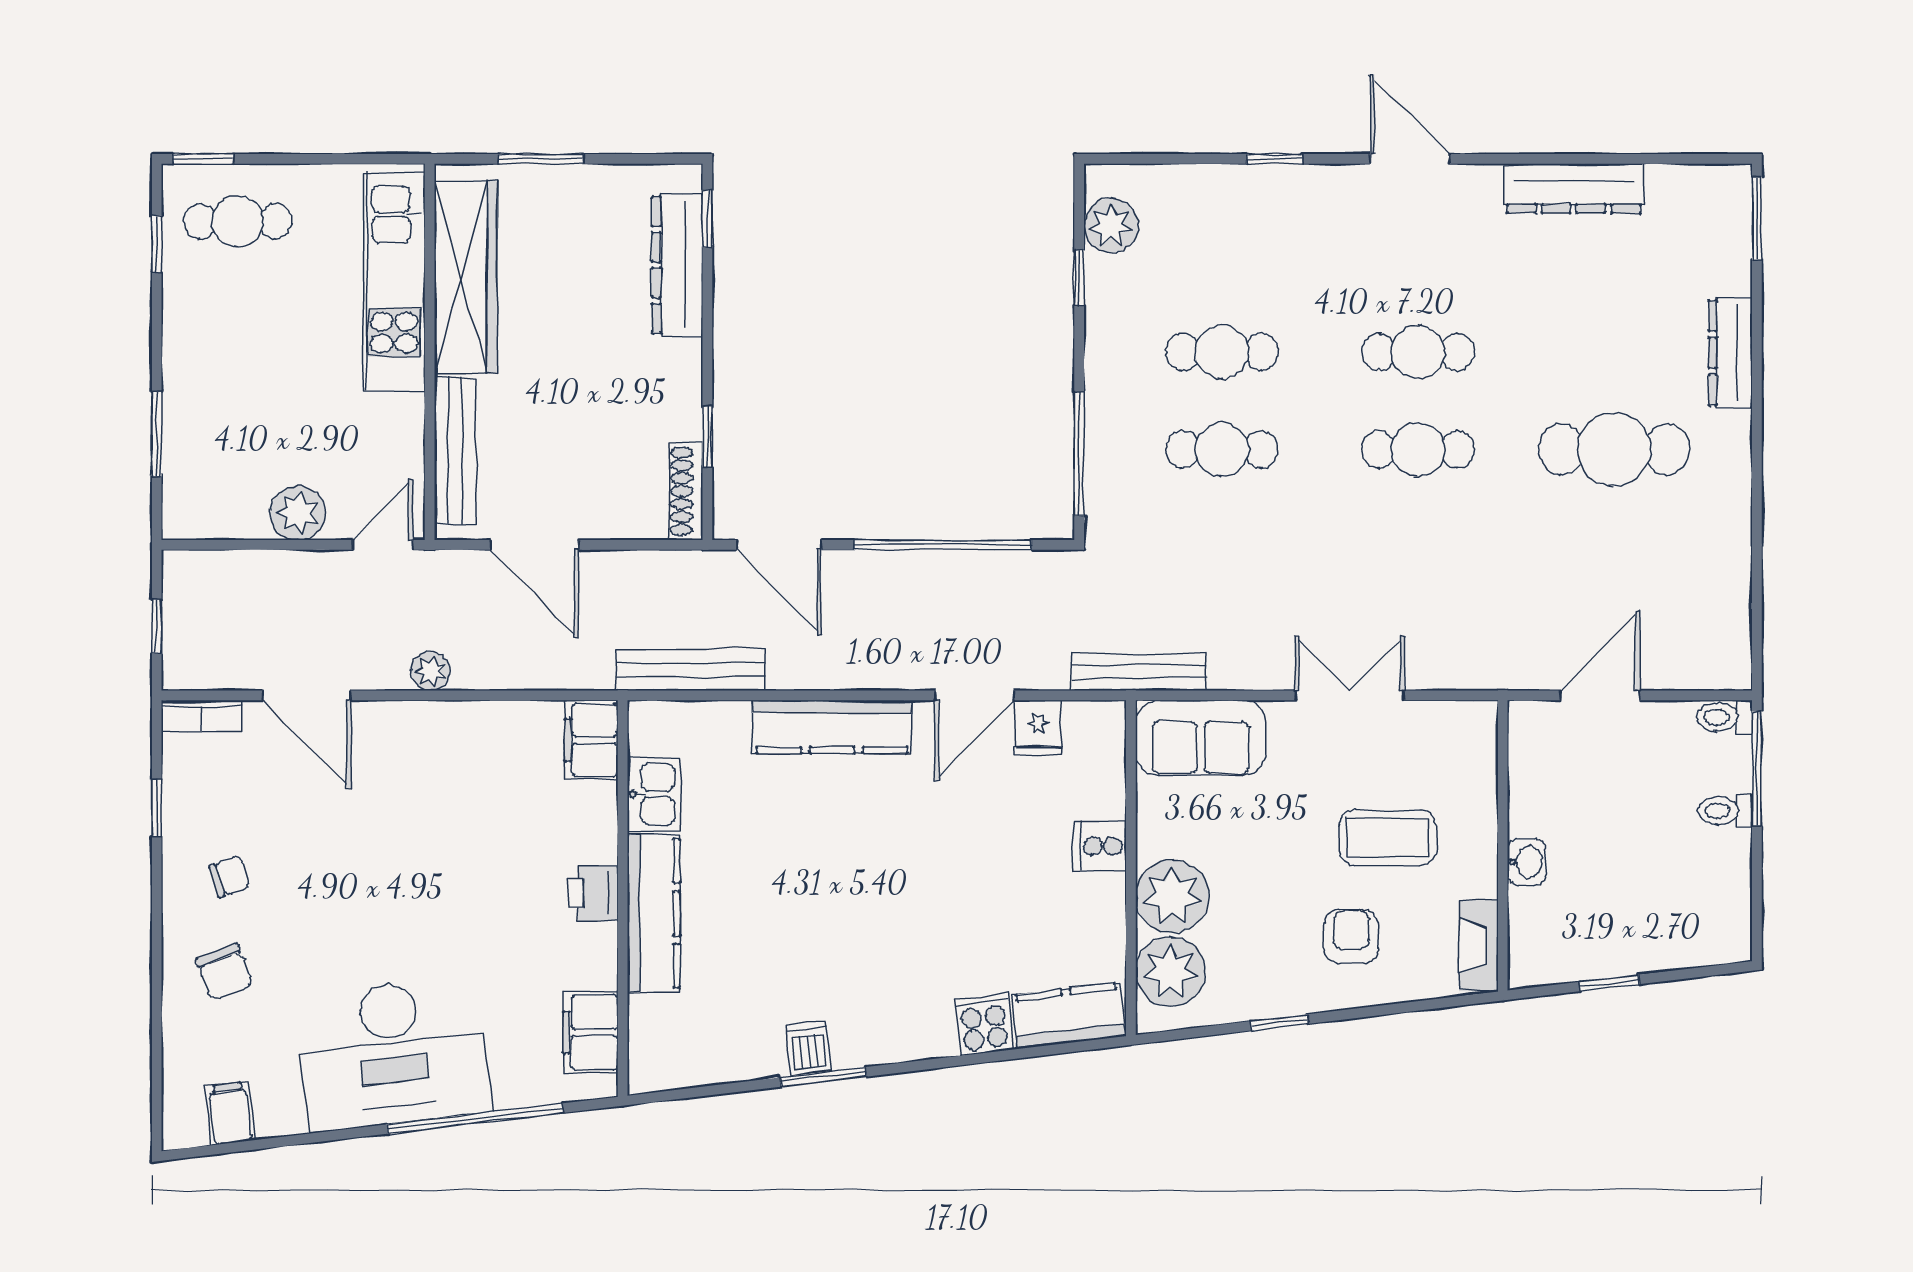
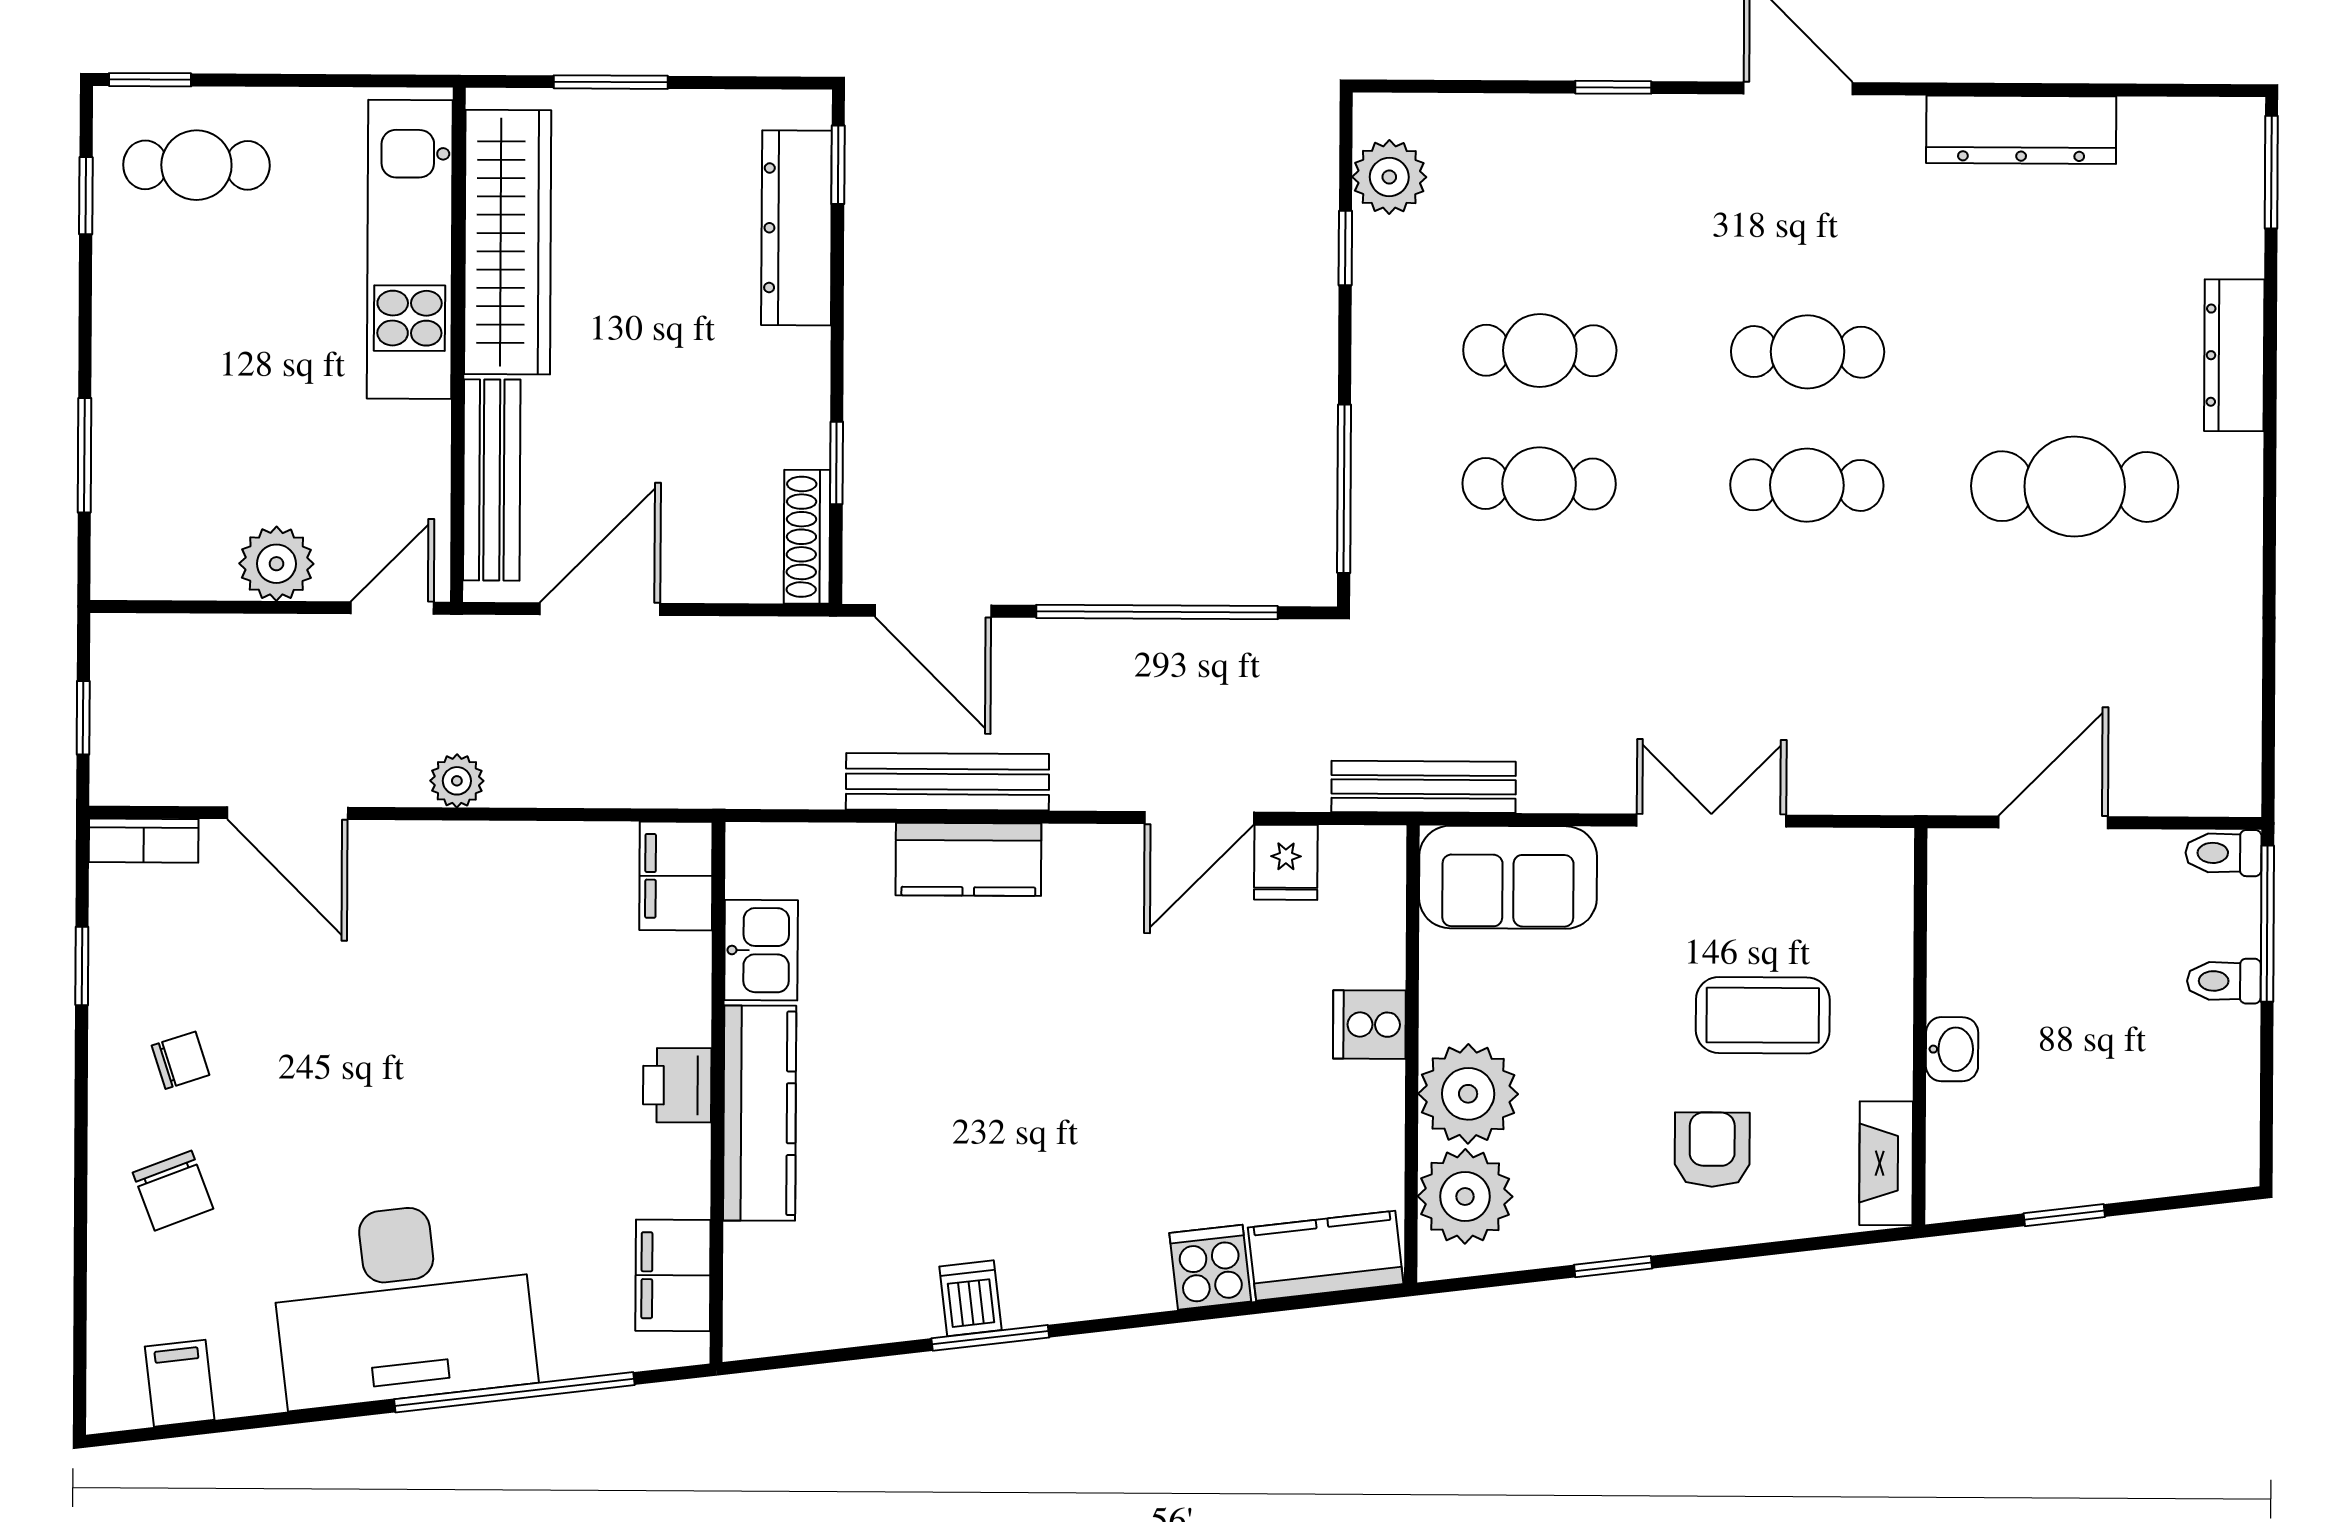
door: (535, 545) -> (600, 609), swing flipped
bench: (691, 670) -> (947, 782), moved
kitchen counter: (832, 727) -> (968, 859), width x0.67

